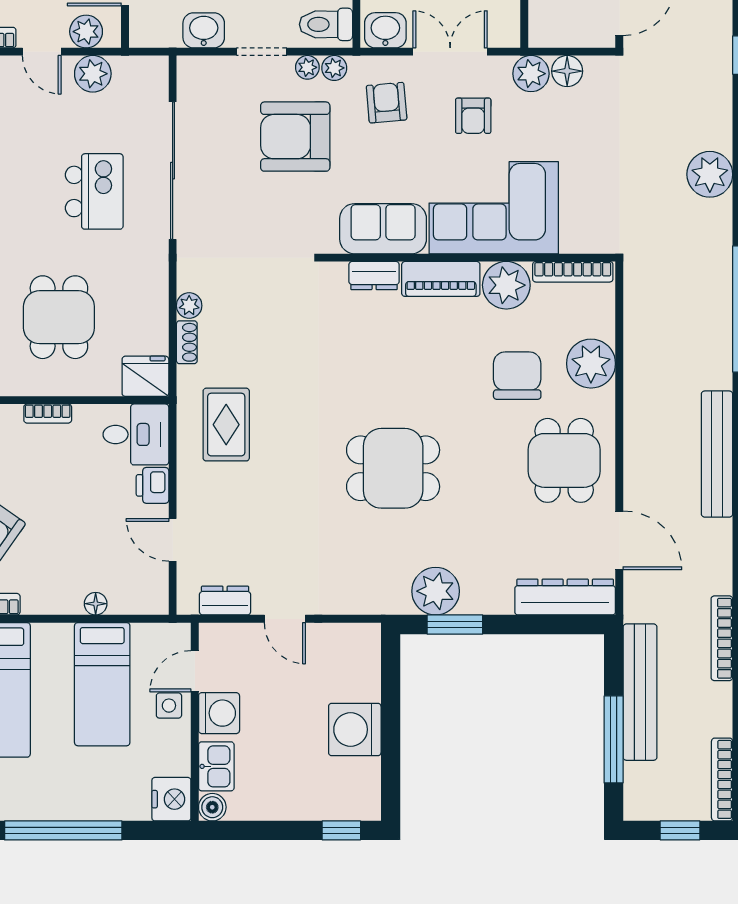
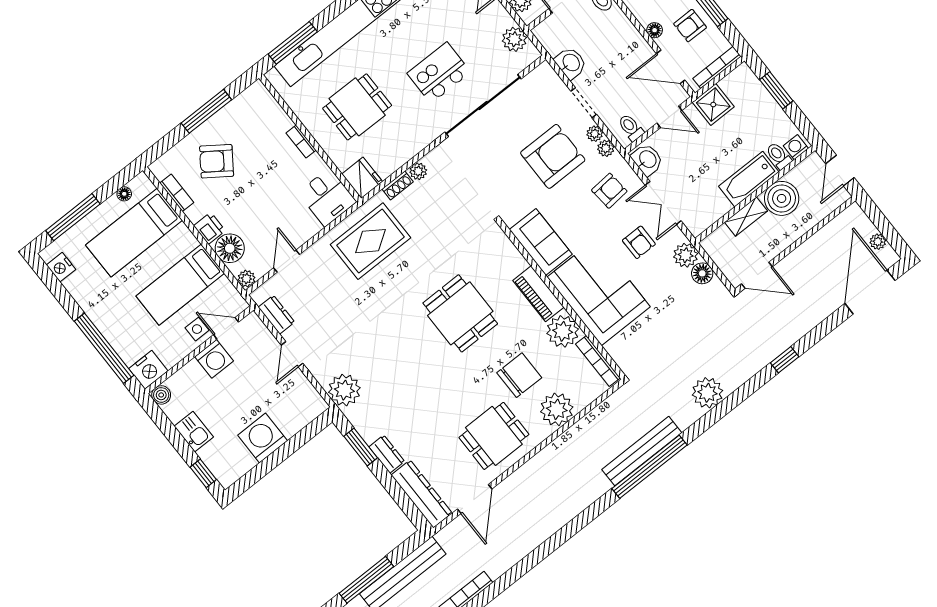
toilet: (326, 24) -> (631, 128), width x0.73, depth x0.72
double door: (450, 52) -> (663, 203), swing flipped
plant: (93, 74) -> (514, 39), moved
armchair: (473, 116) -> (639, 242), turned -90
armchair: (295, 137) -> (553, 156), turned 90
kitchen island: (94, 191) -> (439, 73), turned 180
dresser: (374, 276) -> (387, 454), moved, turned 180
rug: (226, 425) -> (371, 241), width x1.36, depth x1.43
bench: (717, 454) -> (642, 451), moved
dining table: (393, 468) -> (460, 313), moved
printer: (152, 485) -> (209, 228), moved, turned 90
plant: (436, 591) -> (344, 390), moved
plant: (156, 602) -> (246, 279), added
floor lamp: (96, 604) -> (230, 248), width x1.89, depth x1.89
kitchen sink: (216, 766) -> (194, 432), moved, turned -90
window: (63, 830) -> (104, 348), moved

